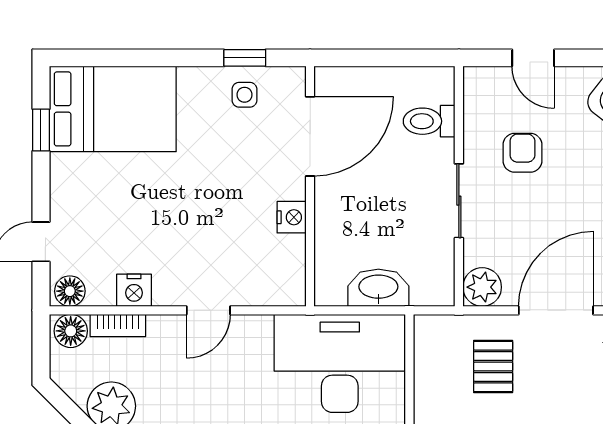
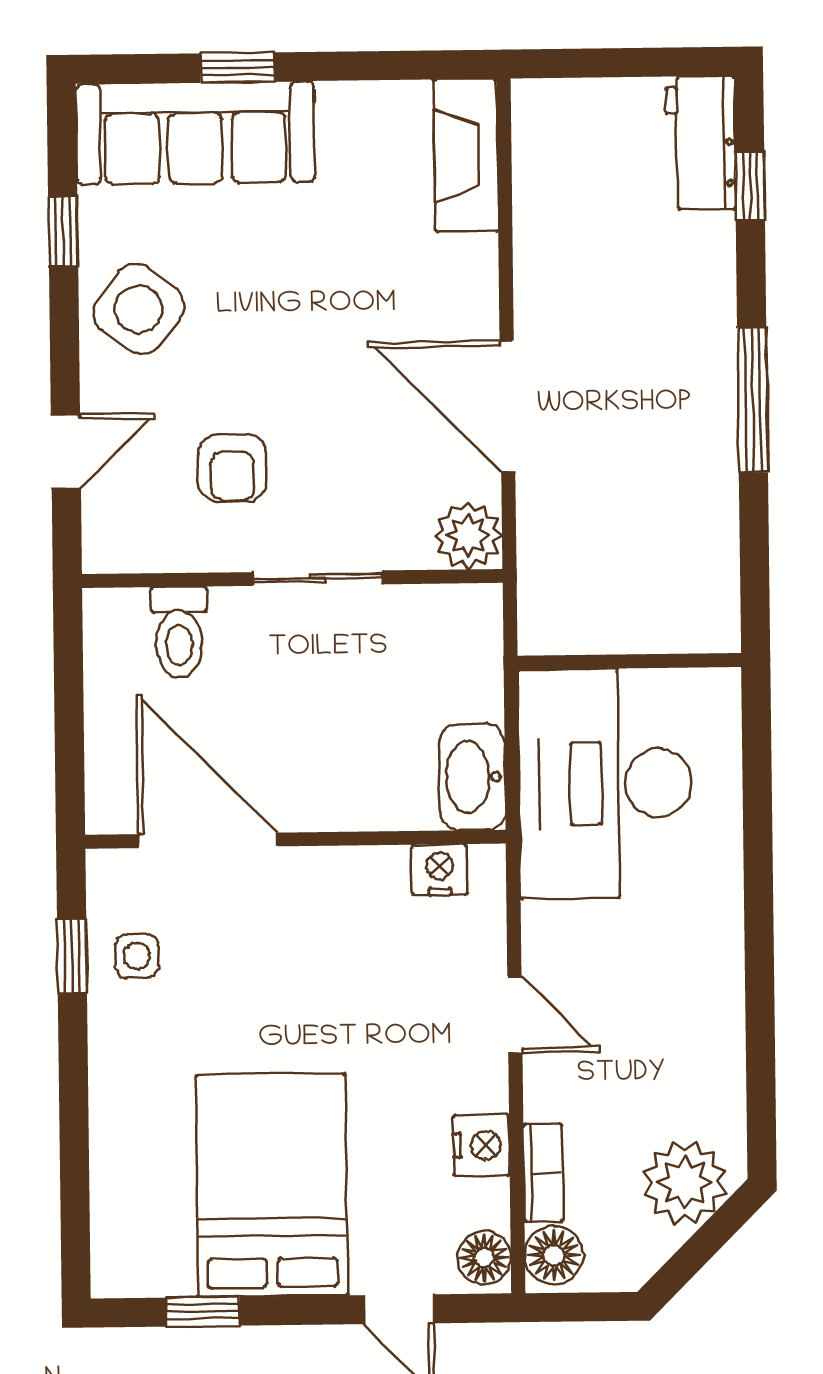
bed: (113, 109) -> (272, 1185), moved
armchair: (522, 153) -> (232, 468), turned -90
nightstand: (292, 217) -> (440, 870), moved
washbasin: (378, 288) -> (472, 777), moved
pallet: (493, 366) -> (607, 515), removed

